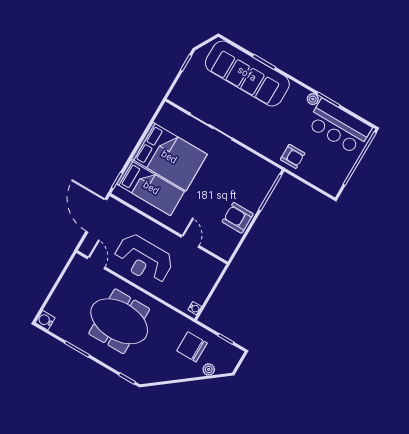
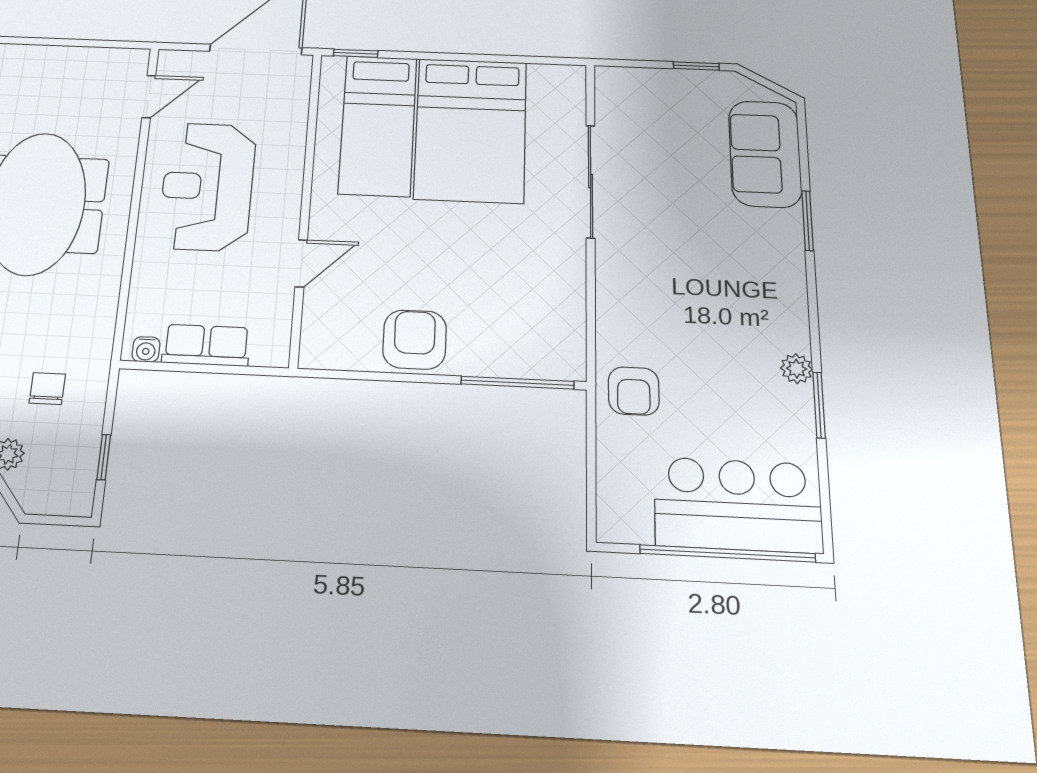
sofa: (247, 74) -> (765, 154), width x0.54, depth x0.79
bar counter: (339, 126) -> (738, 505), moved, turned 90
row of seats: (204, 288) -> (206, 345), added
chair: (192, 347) -> (47, 389), width x0.54, depth x0.54

